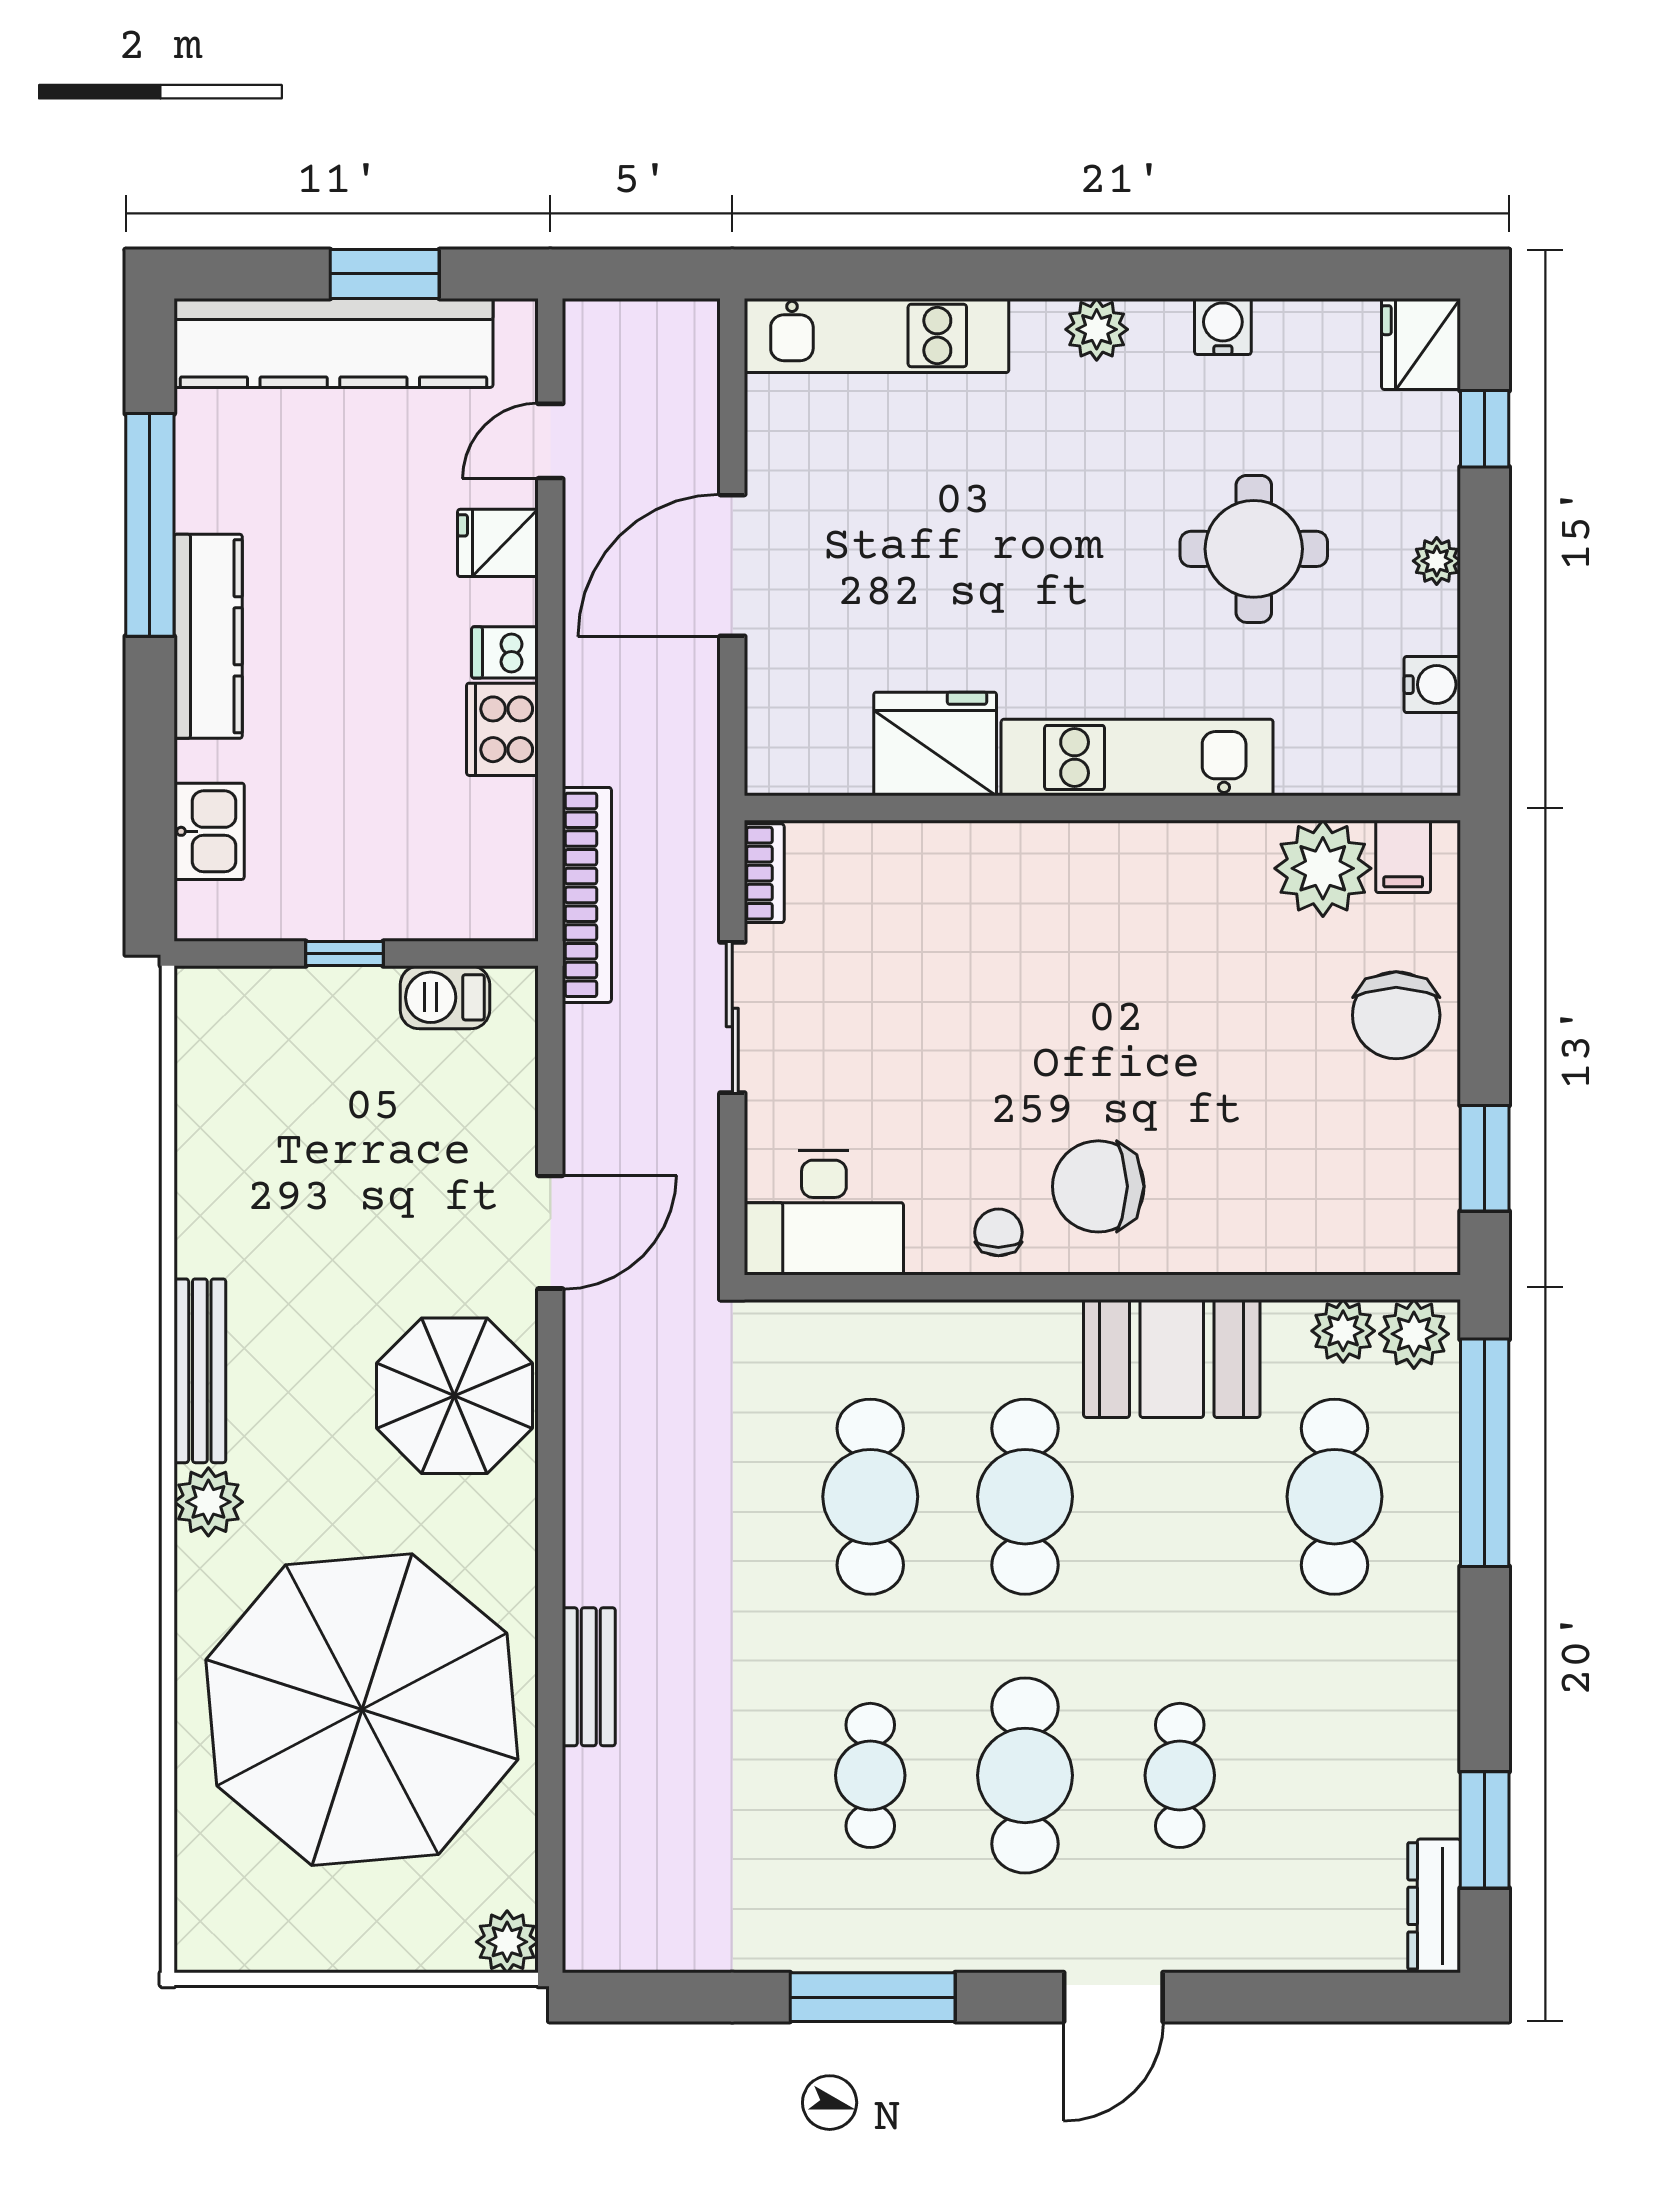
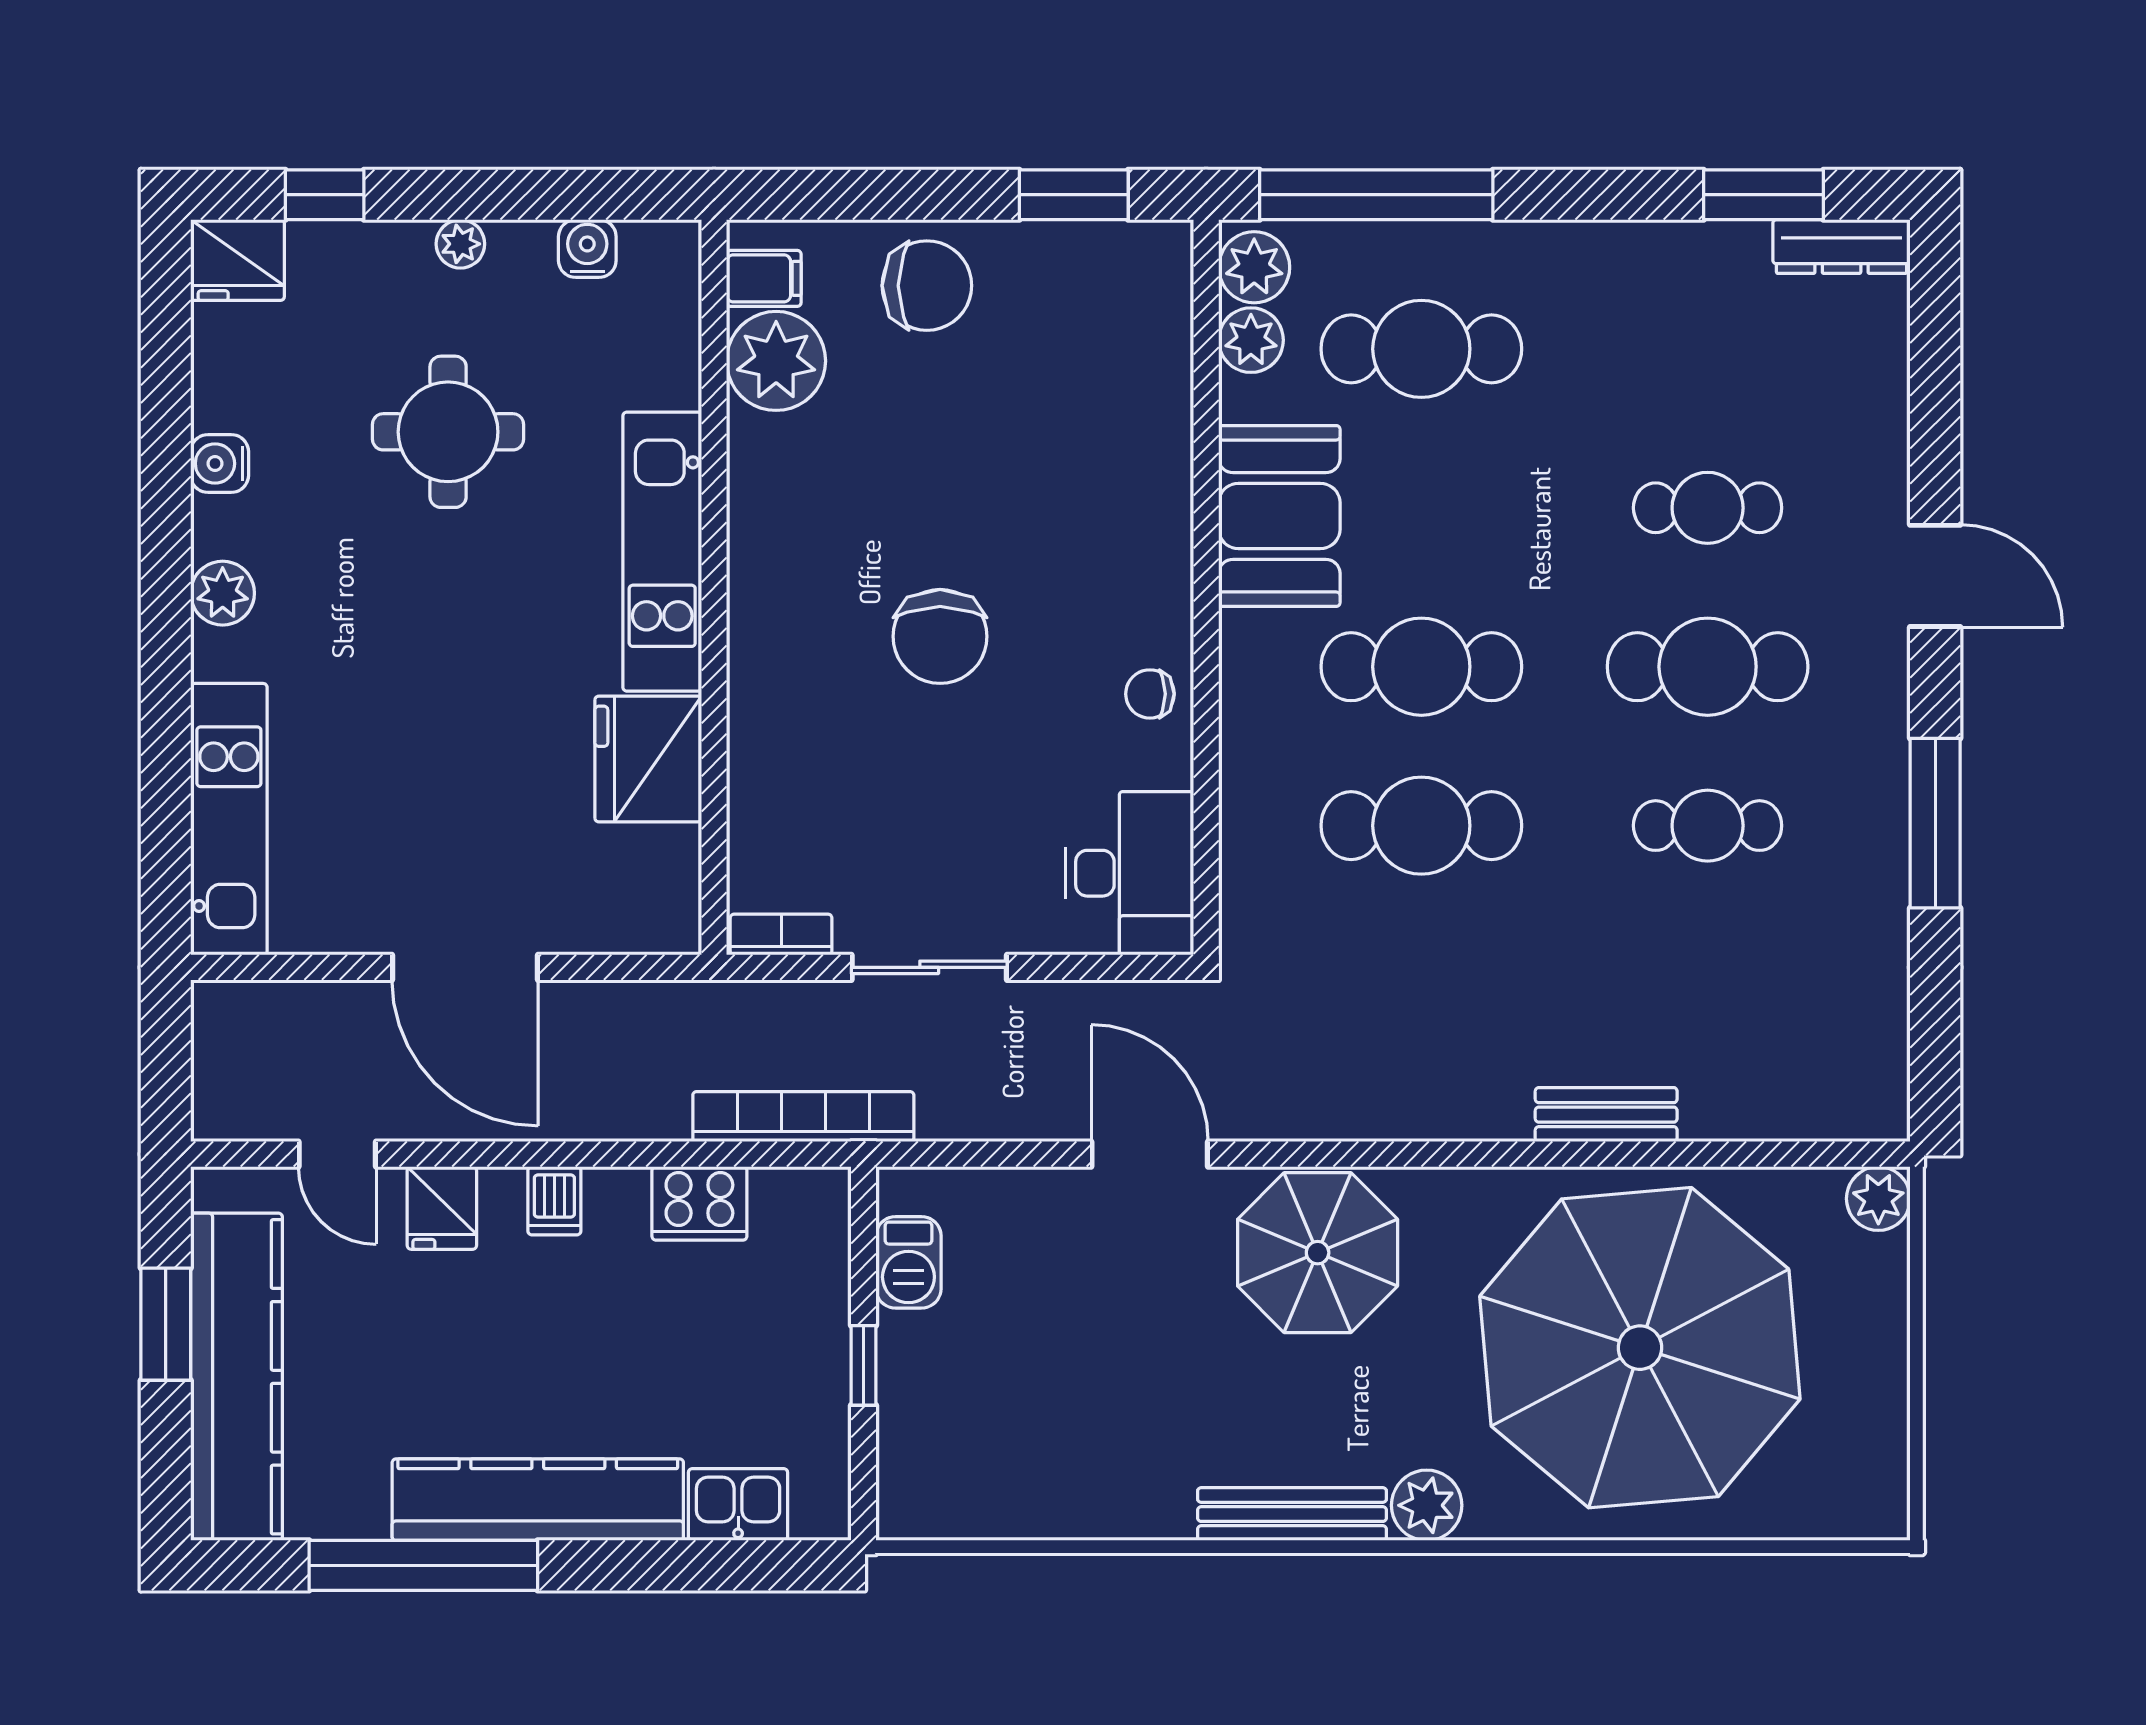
kitchen counter: (208, 636) -> (538, 1500), width x1.39, depth x1.17
cooker: (502, 729) -> (699, 1203), moved
chair: (1098, 1186) -> (940, 636), moved

